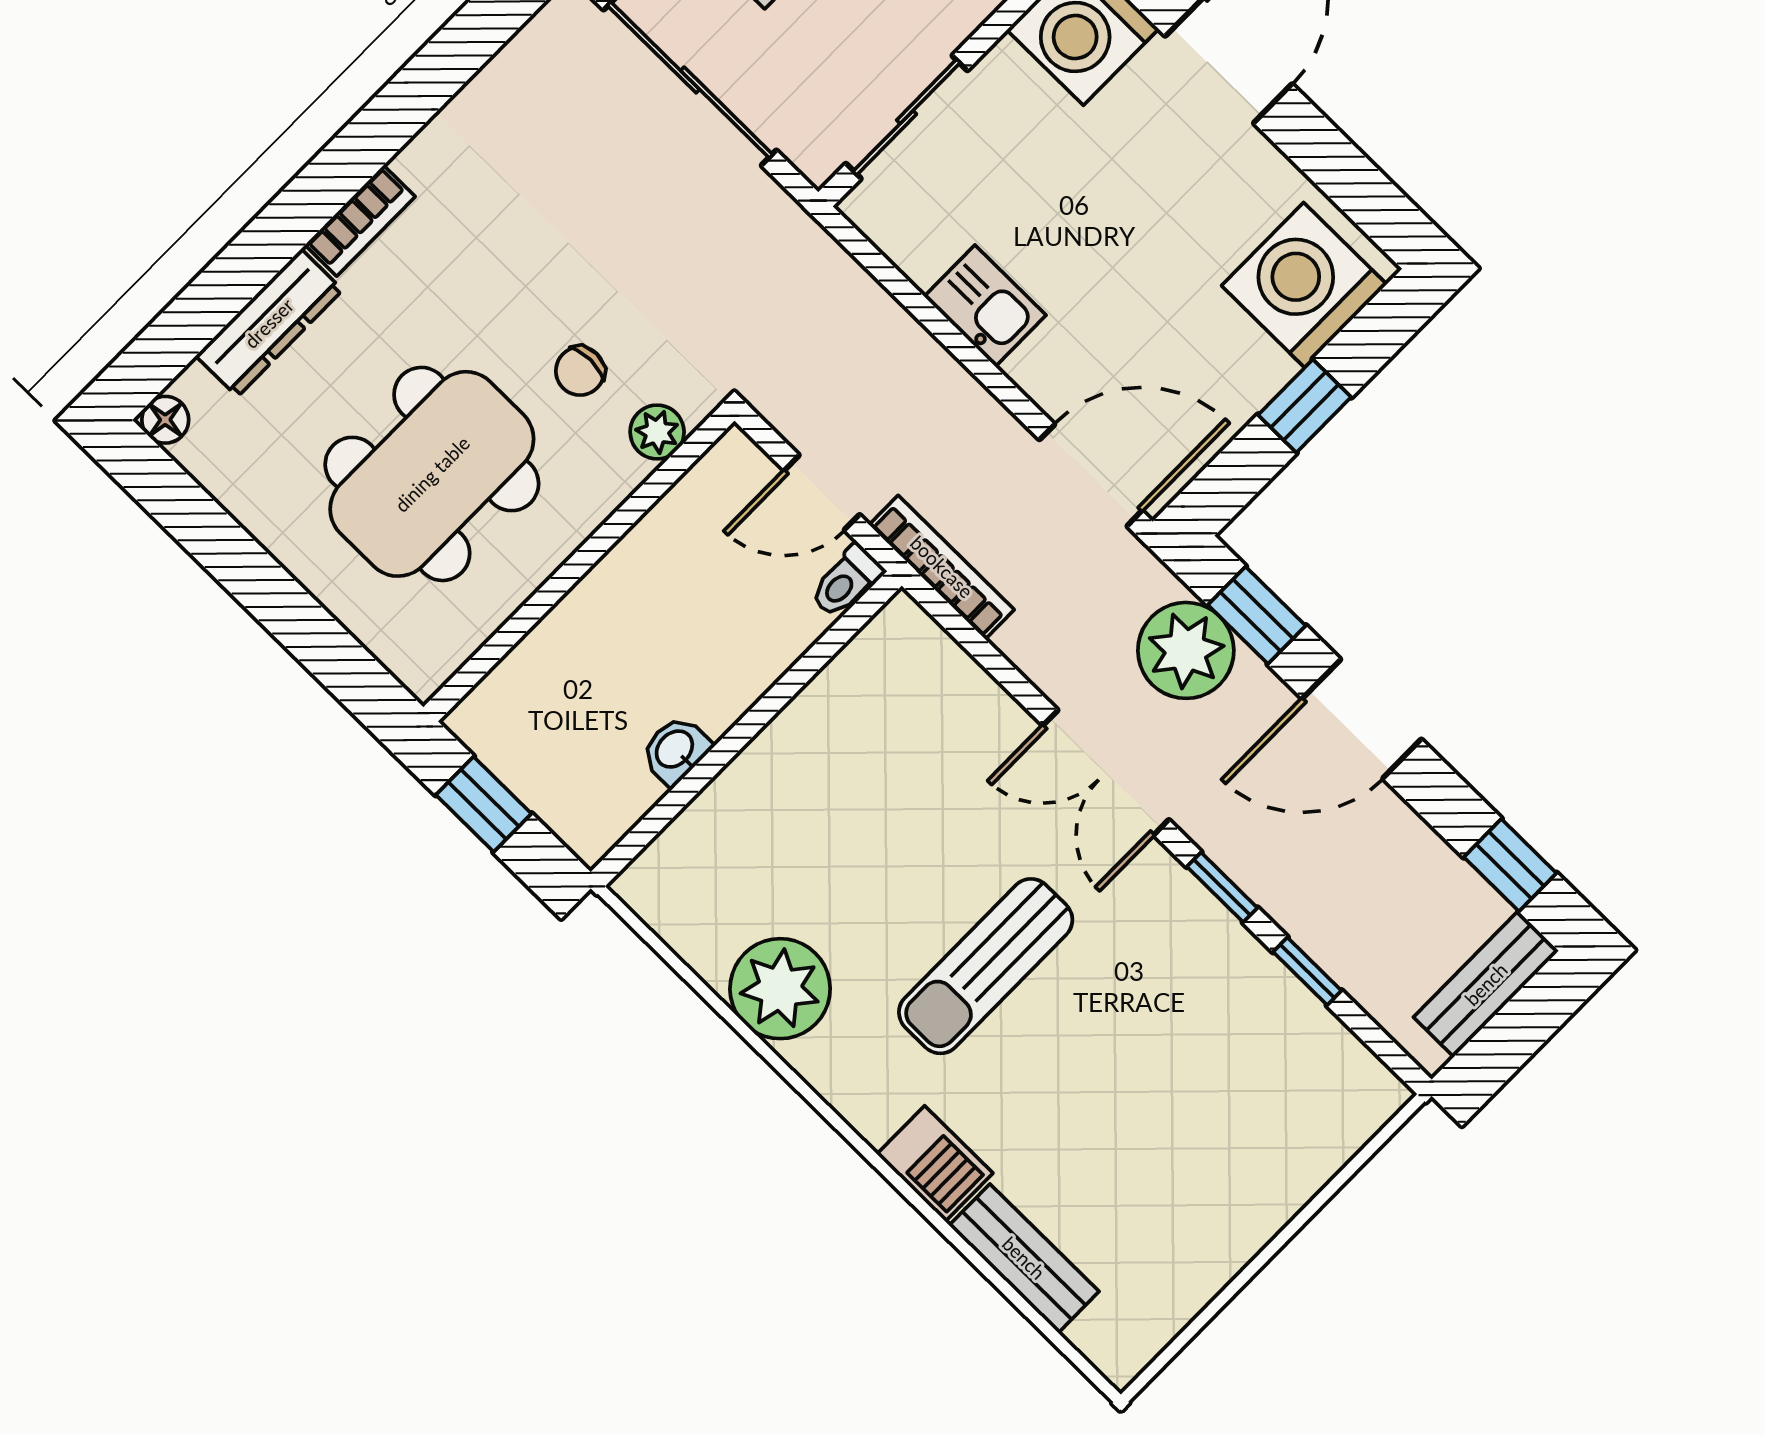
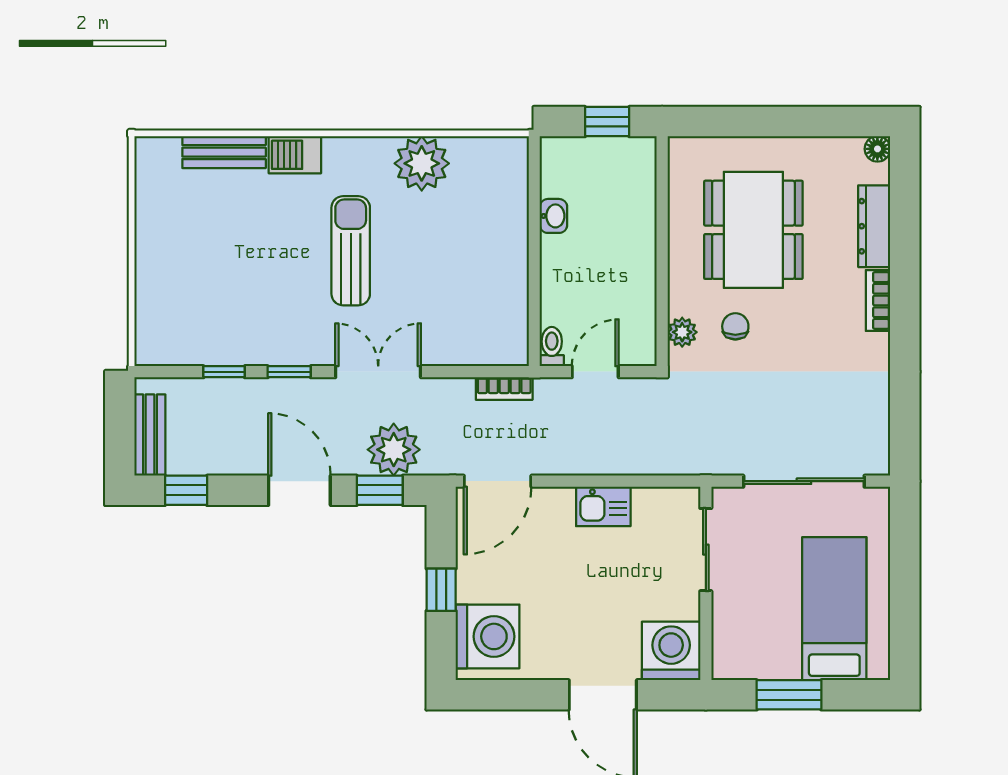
bookcase: (942, 567) -> (504, 388), width x0.64
door: (1362, 719) -> (299, 490), hinge flipped

